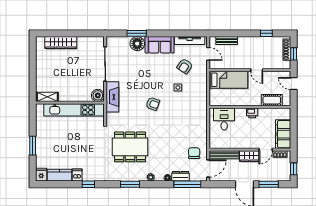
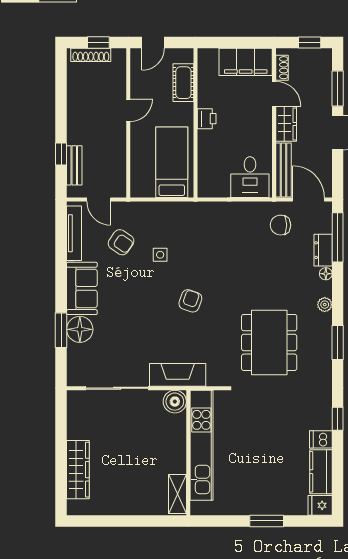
window: (266, 33) -> (61, 154), moved
door: (208, 54) -> (99, 199), swing flipped
bed: (228, 80) -> (172, 162), moved
desk: (224, 119) -> (250, 177), moved, turned -90

